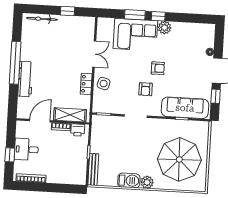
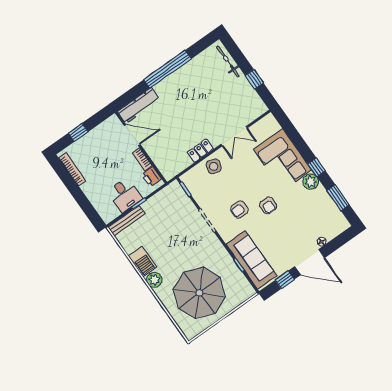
window: (135, 15) -> (338, 198), moved
workbench: (25, 79) -> (139, 106), moved
shelving: (70, 115) -> (160, 158), removed
desk: (26, 149) -> (125, 195), moved, turned 180

